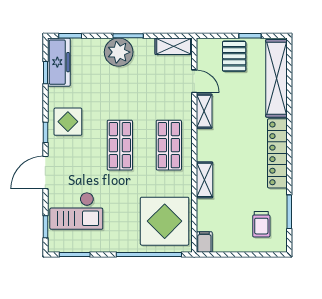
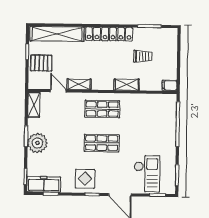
door: (194, 81) -> (58, 91), hinge flipped
display table: (165, 221) -> (155, 113), removed
trolley: (261, 224) -> (143, 56), moved

